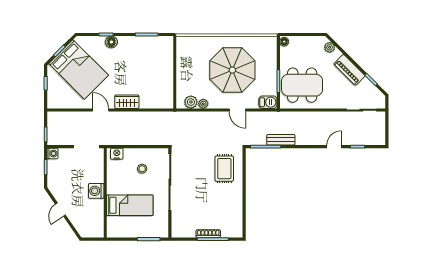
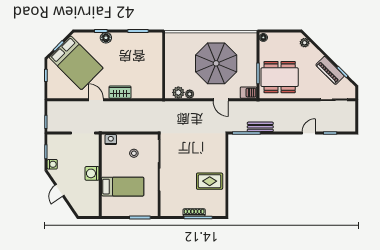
piano: (349, 70) -> (330, 70), moved
washing machine: (52, 153) -> (52, 164), moved
rug: (224, 169) -> (210, 181), moved, turned 90

